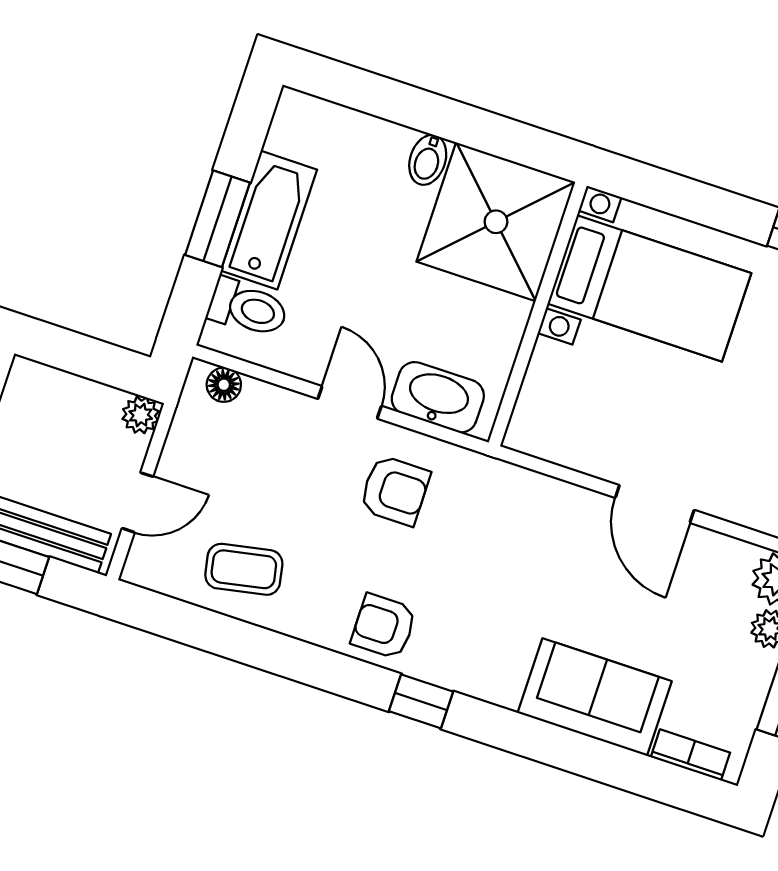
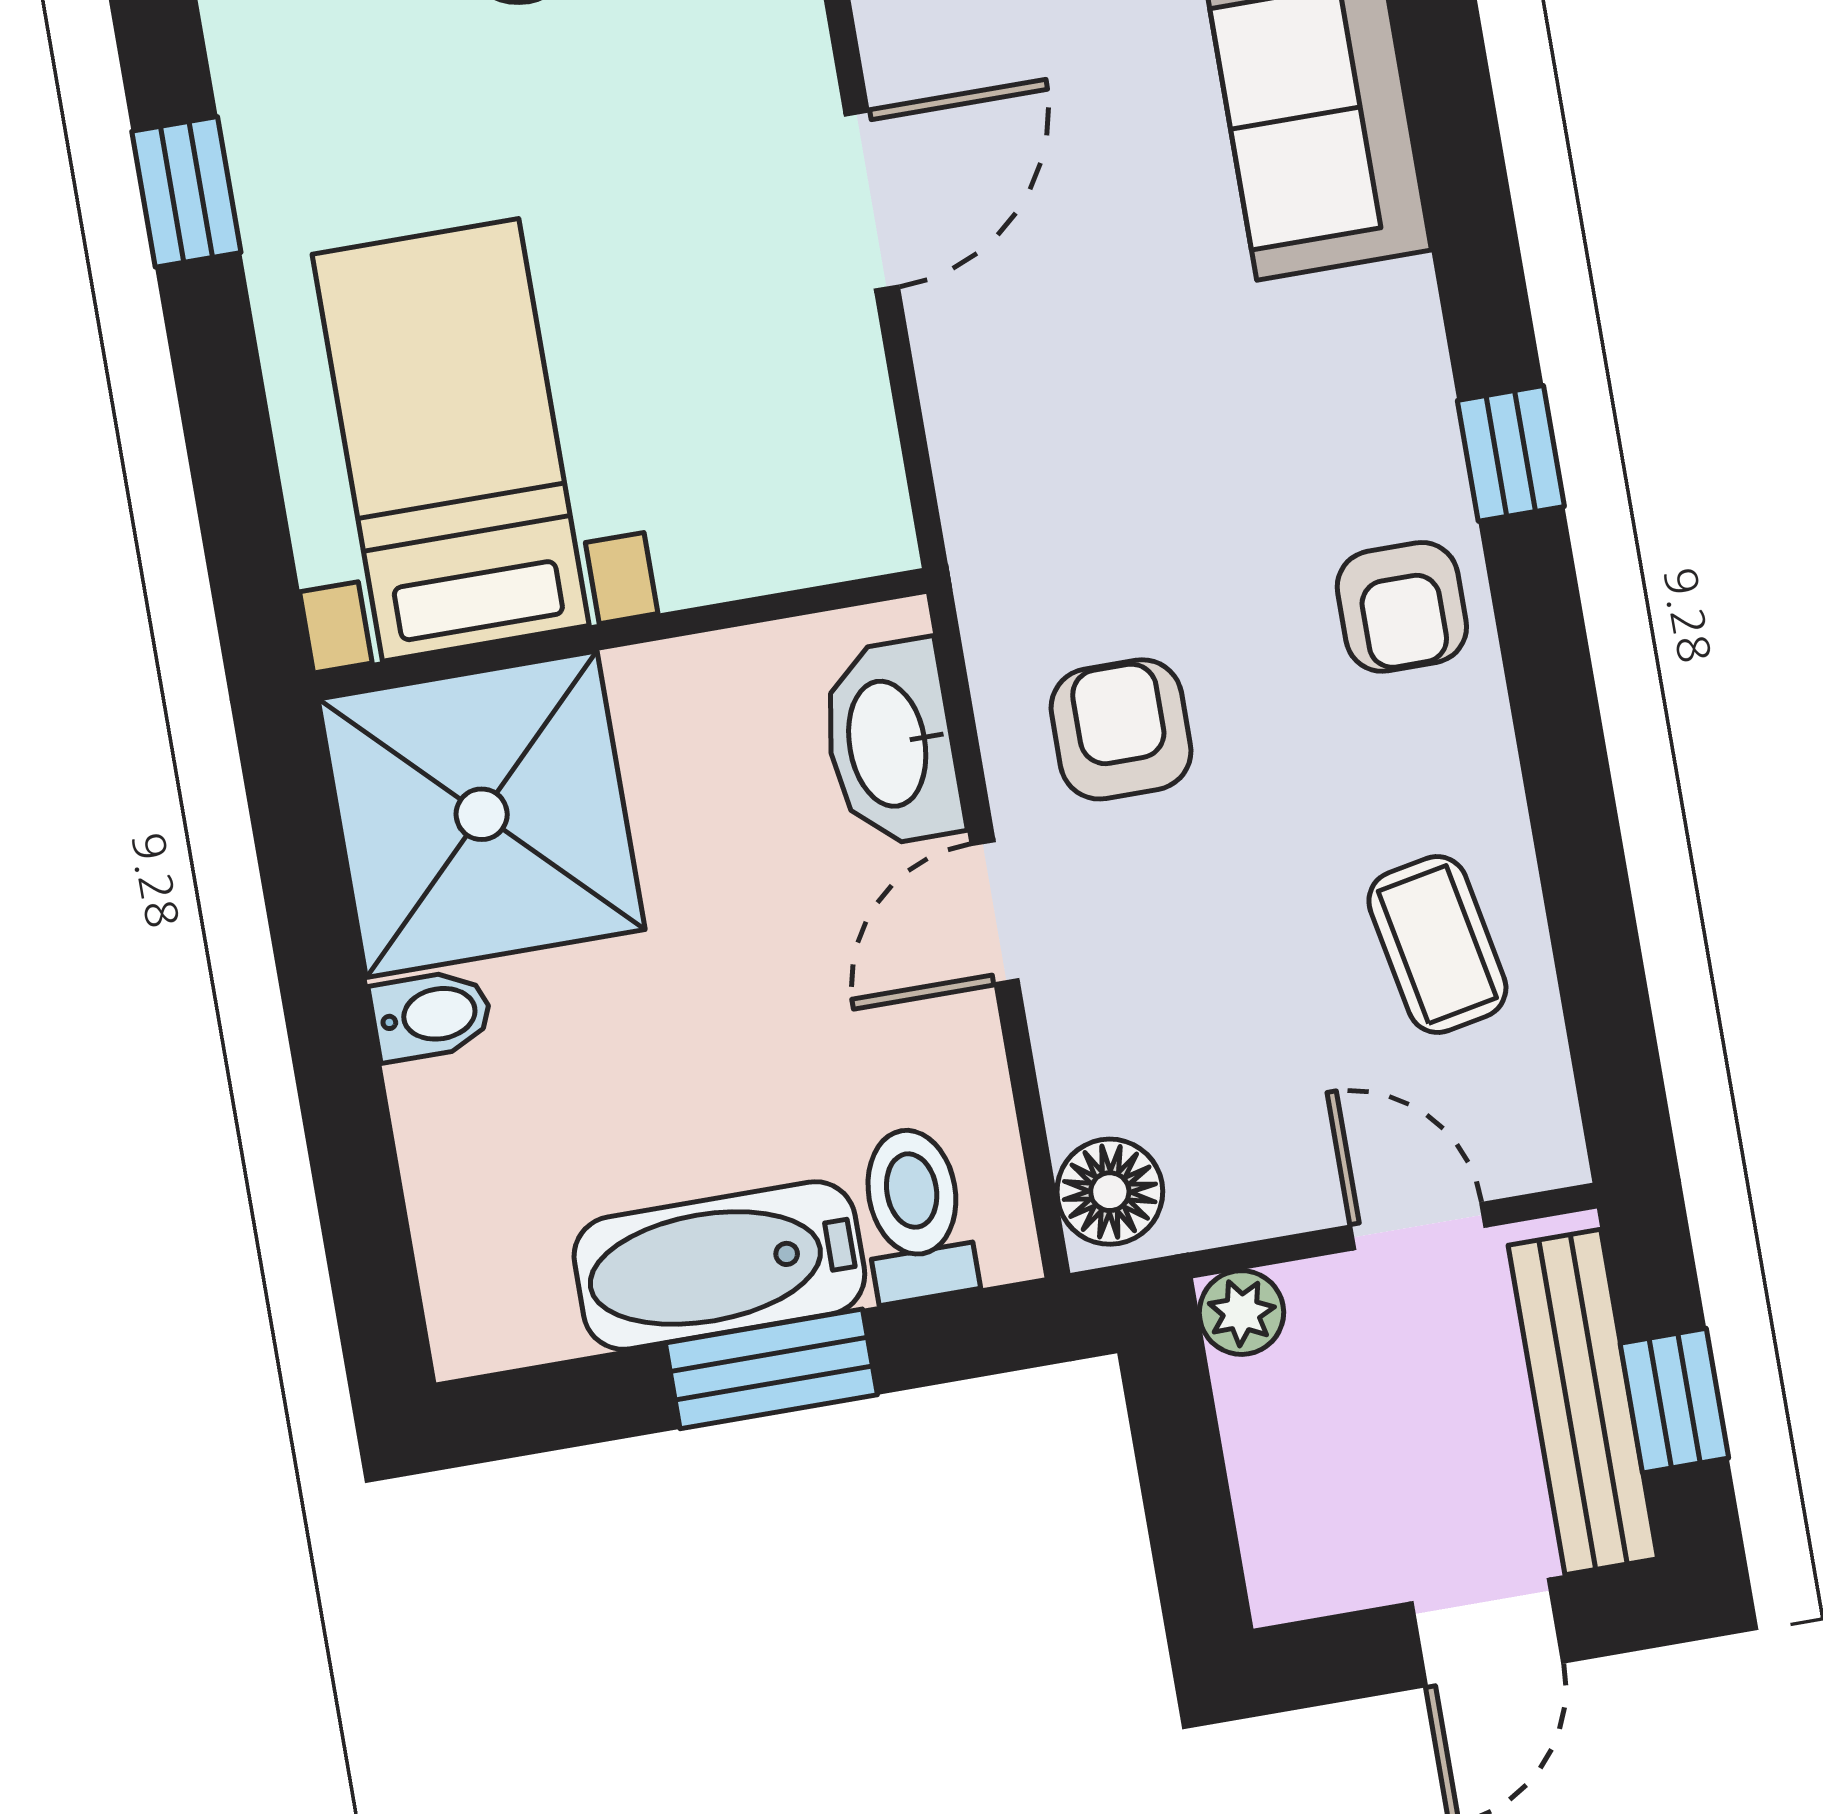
floor lamp: (224, 385) -> (1110, 1192), width x1.37, depth x1.37

